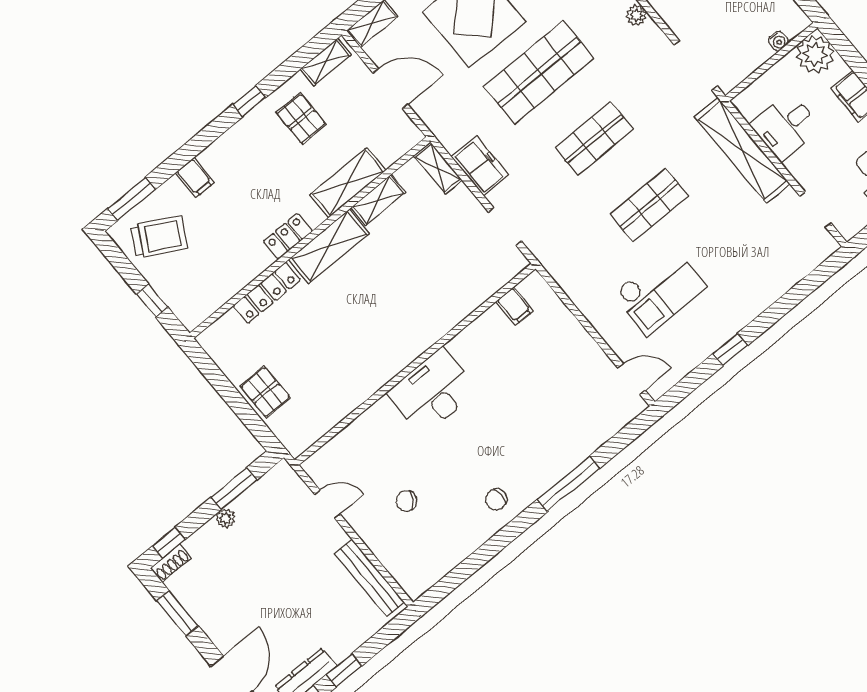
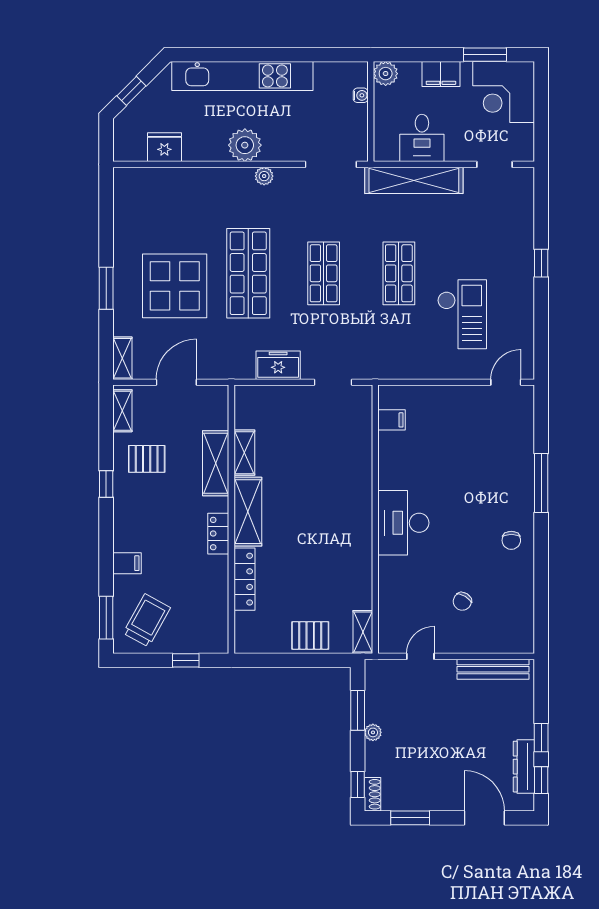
plant: (815, 54) -> (386, 74), width x0.73, depth x0.73
shelving: (438, 168) -> (363, 632), moved, turned 90
window: (730, 350) -> (541, 263), moved

